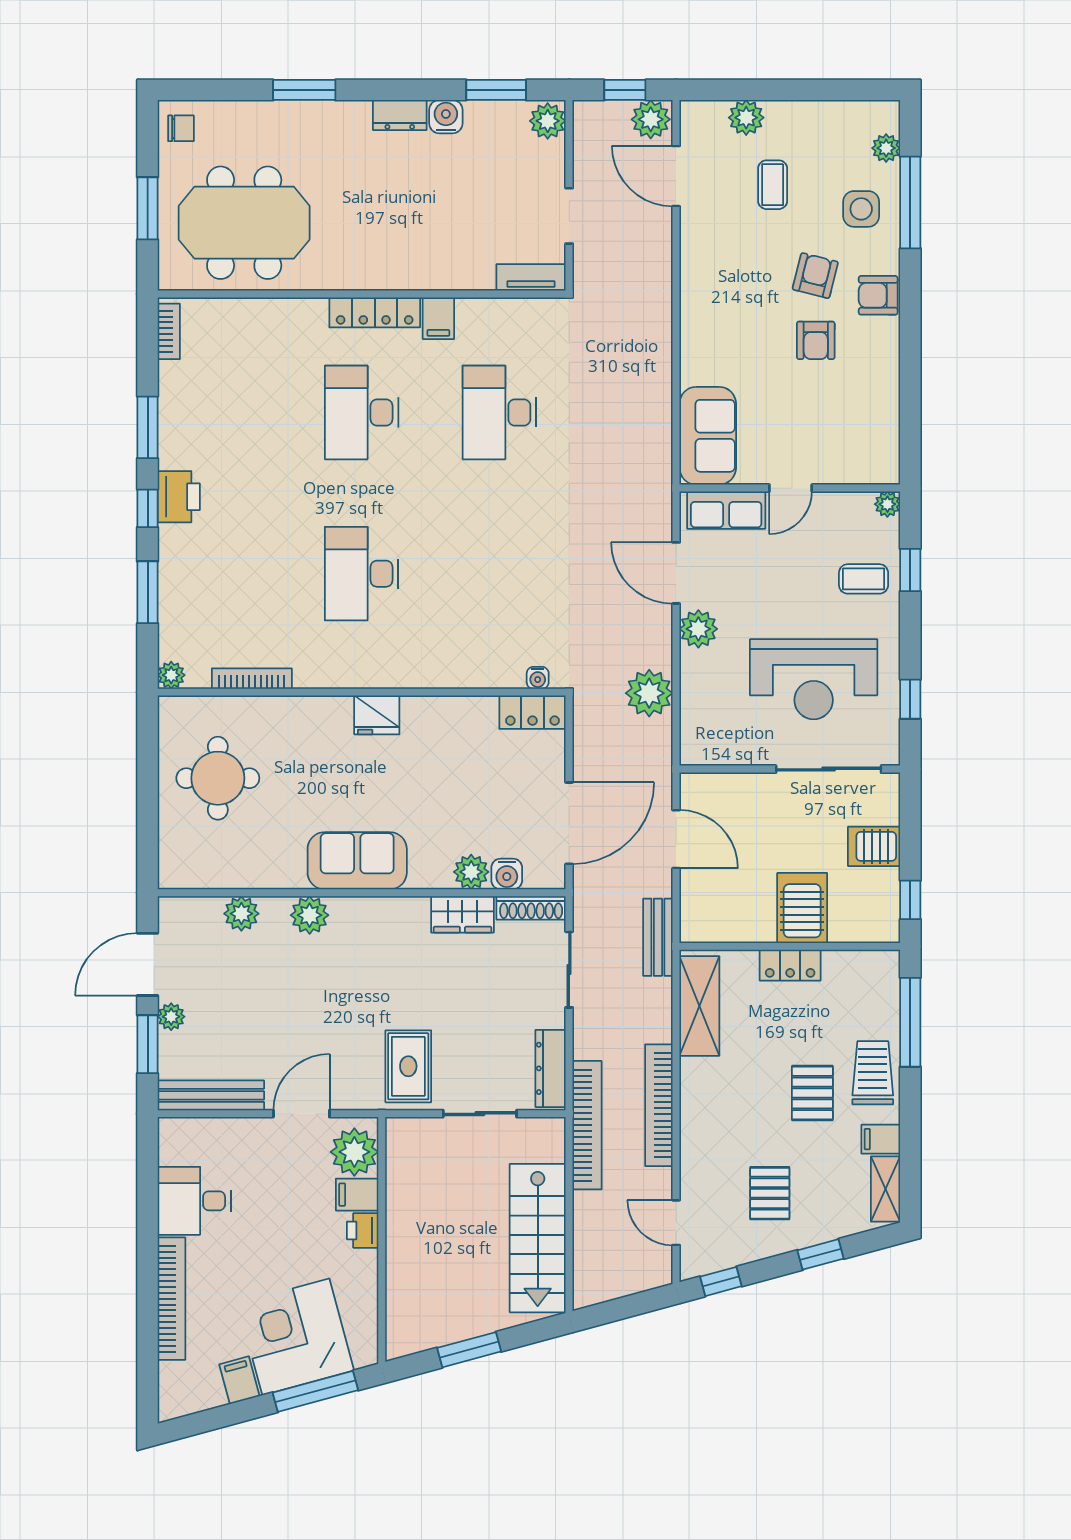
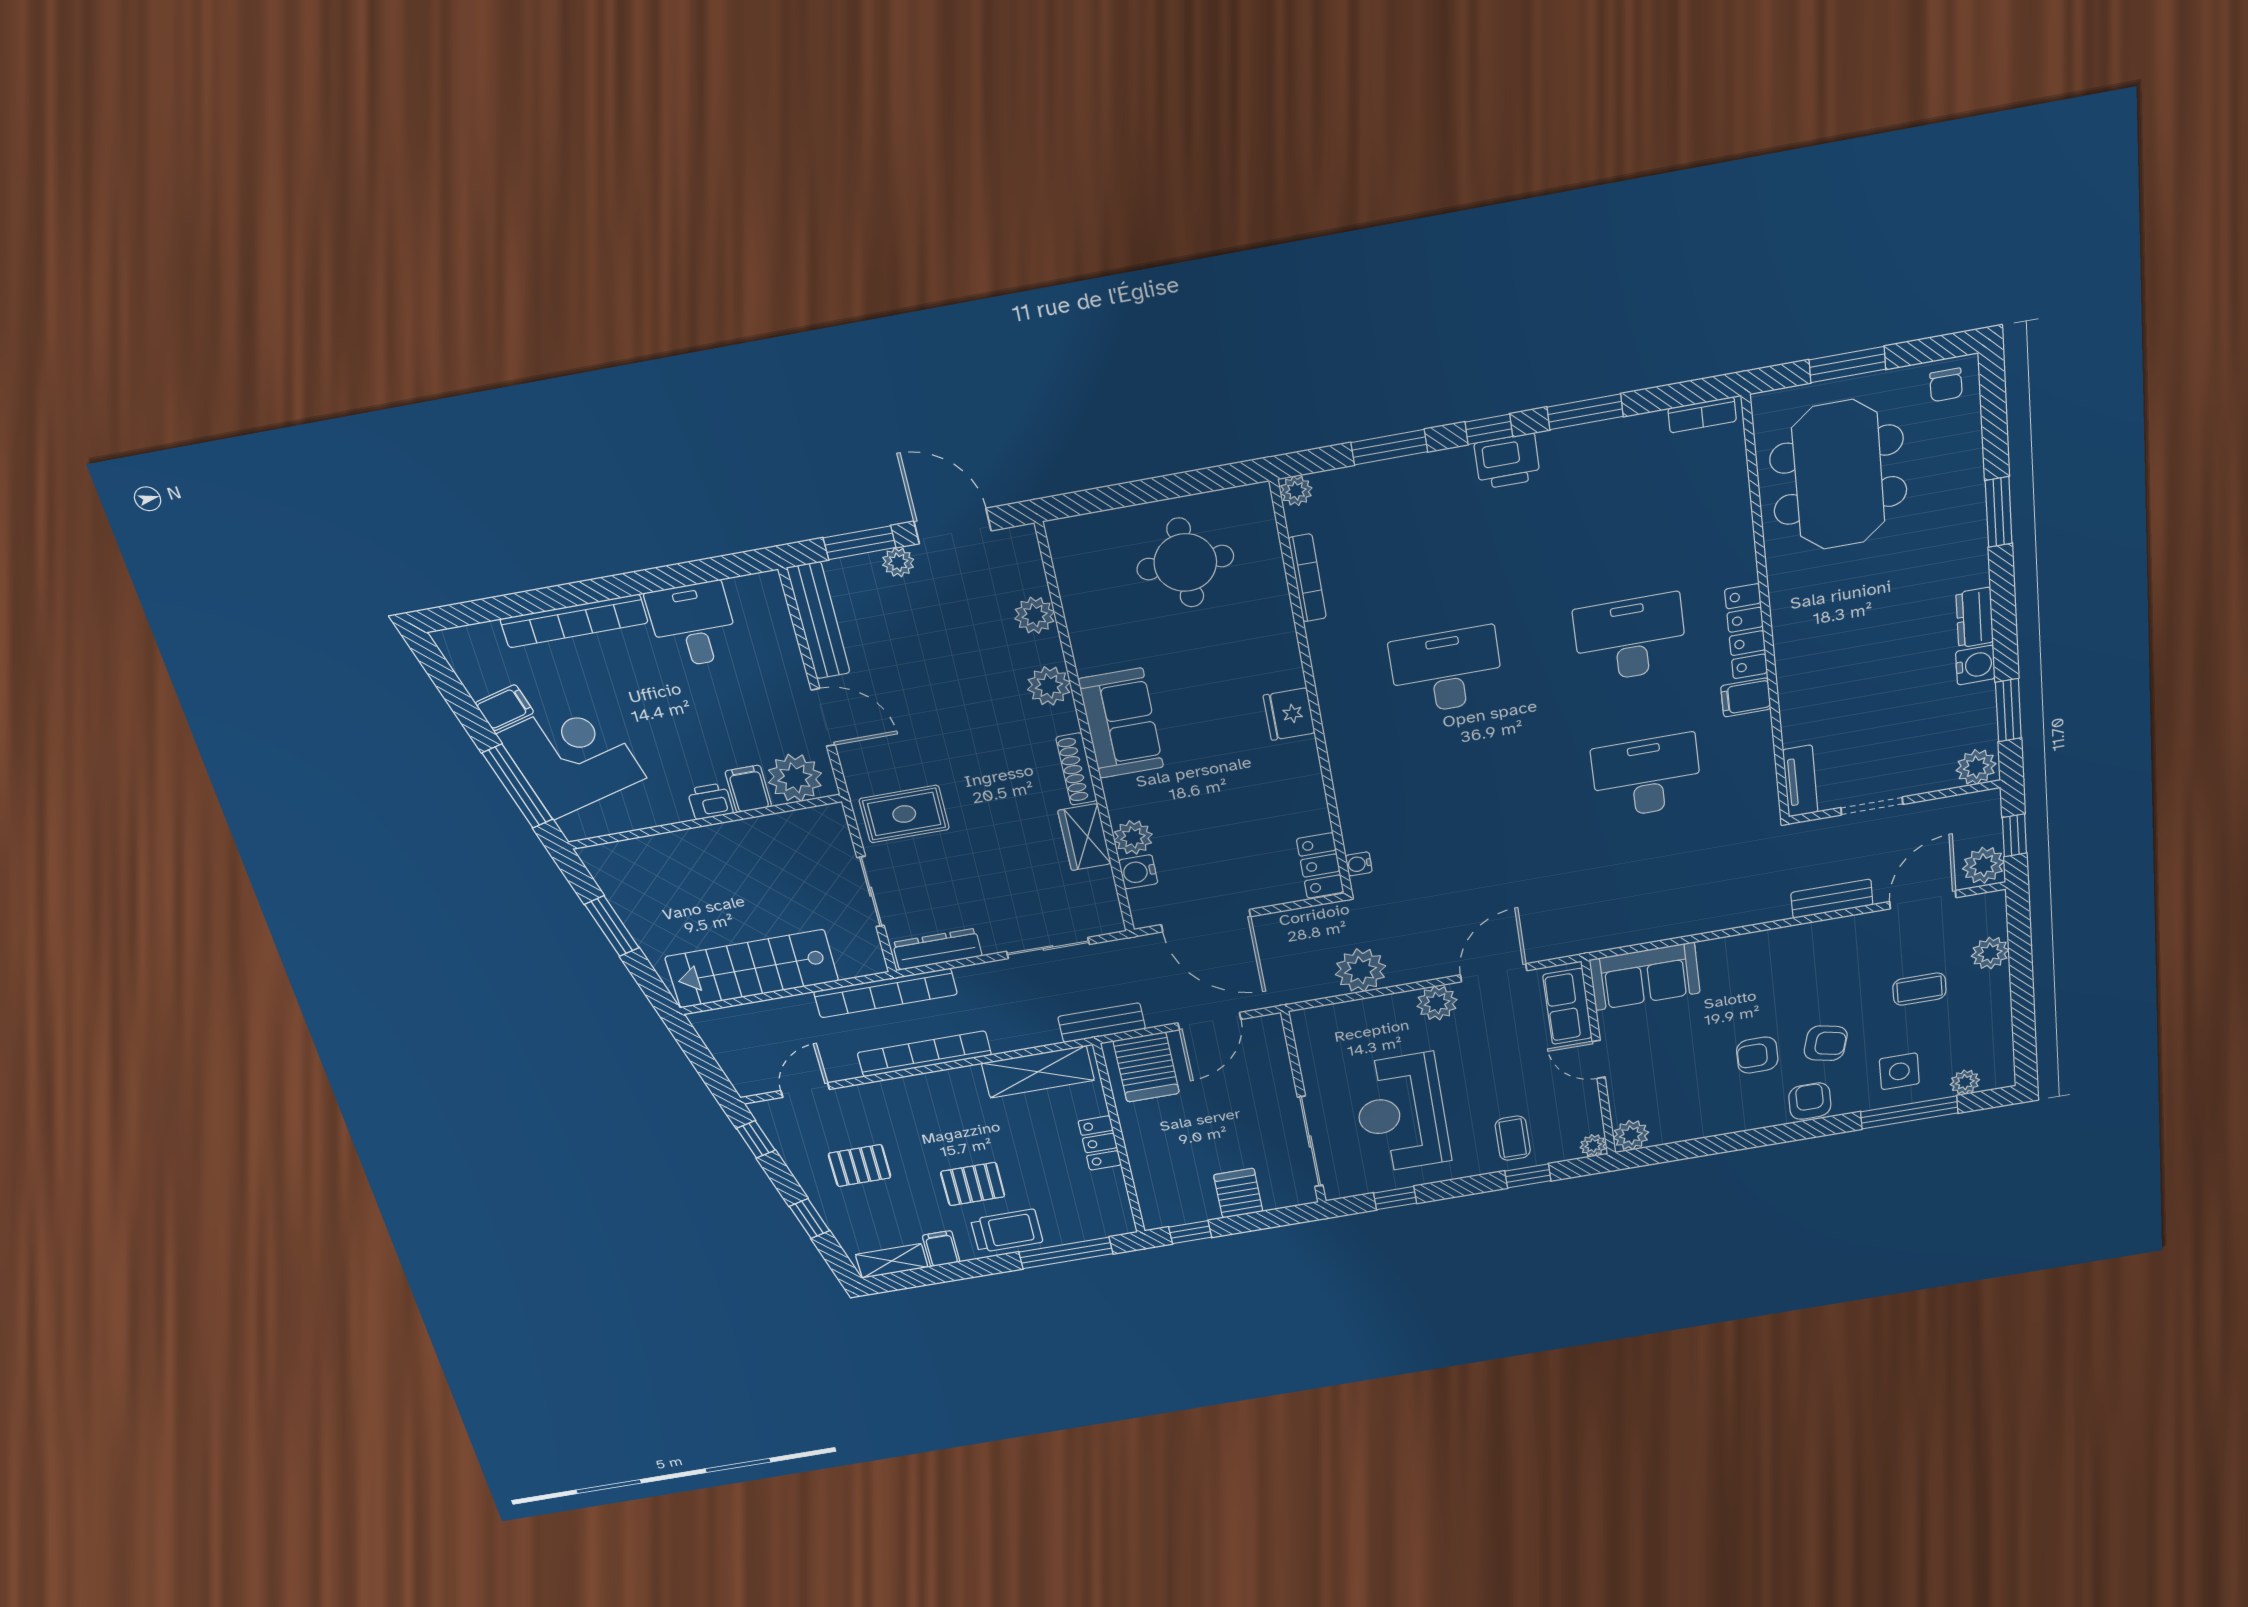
bench: (659, 258) -> (1832, 899), added
plant: (883, 467) -> (1631, 1135), added
shoe rack: (531, 908) -> (1076, 769), moved
server rack: (802, 908) -> (1146, 1067), moved, turned 90

